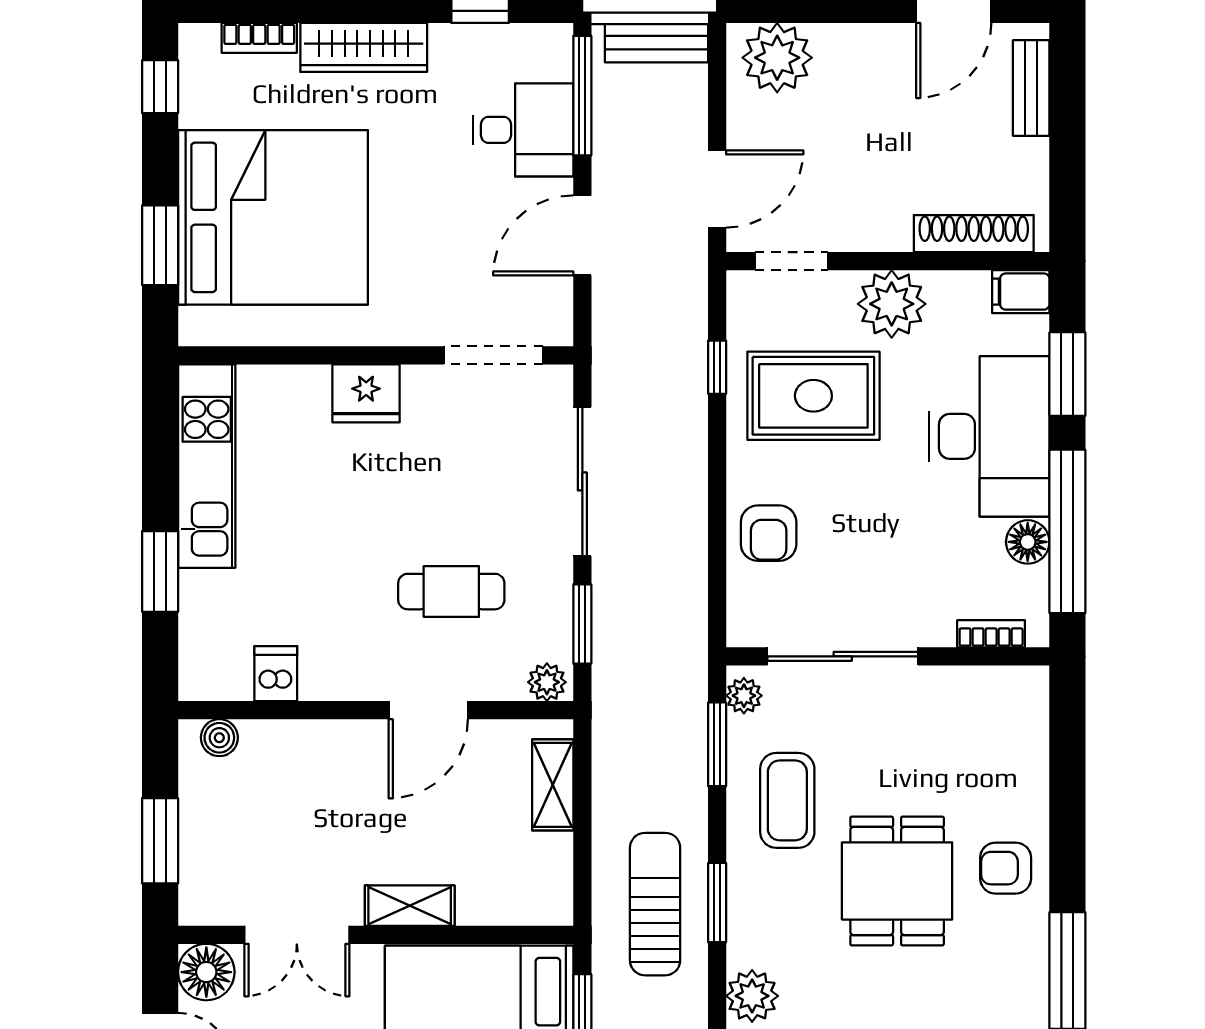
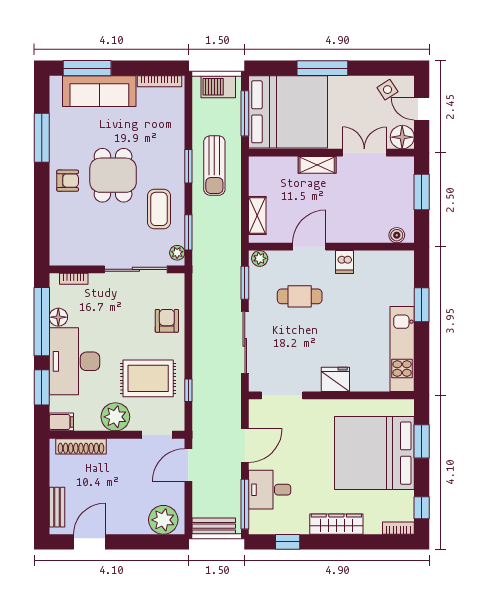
bookcase: (259, 38) -> (398, 528), moved
dishwasher: (276, 674) -> (345, 262), moved
plant: (752, 996) -> (174, 127), removed

